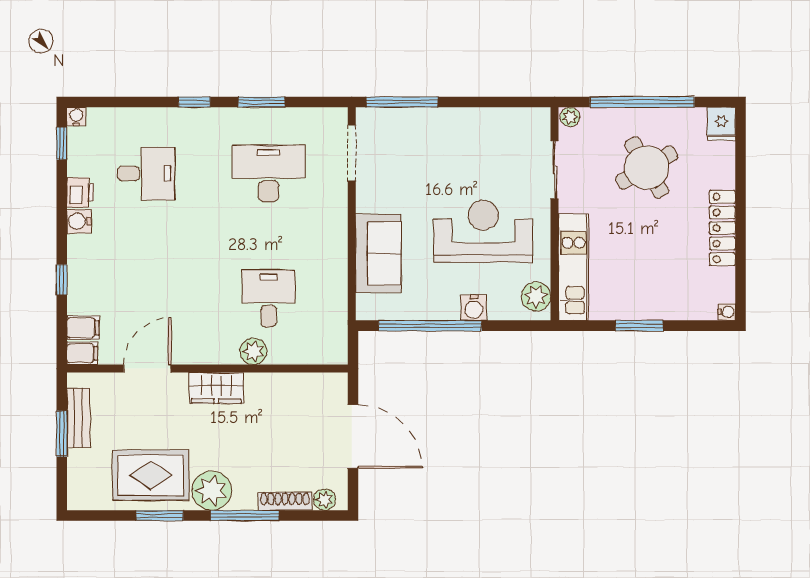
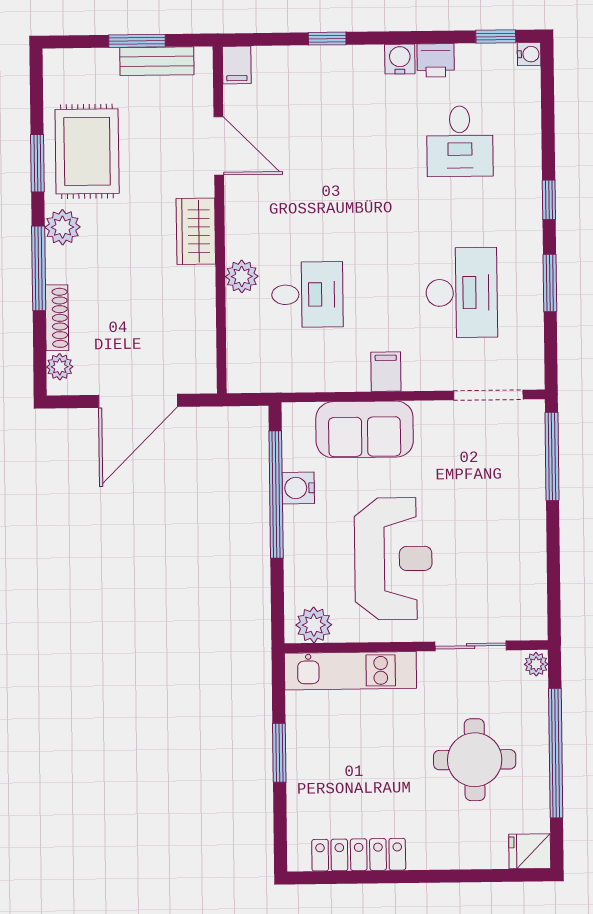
round table: (647, 168) -> (475, 760), turned 30
locker: (722, 228) -> (359, 855), moved
water cooler: (474, 308) -> (298, 488), moved
water cooler: (727, 312) -> (297, 861), removed
filing cabinet: (83, 328) -> (386, 372), moved, turned 180
plant: (212, 491) -> (62, 227), width x0.73, depth x0.73

